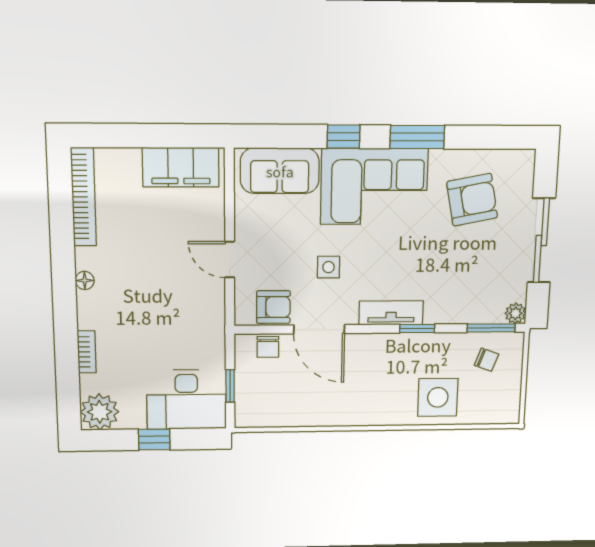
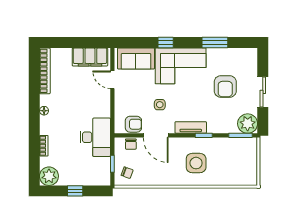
window: (417, 137) -> (215, 43), moved
armchair: (472, 200) -> (225, 86), moved, turned 101
sliding door: (541, 240) -> (263, 92), width x0.73
door: (230, 260) -> (112, 80), moved
plant: (516, 313) -> (248, 124), width x1.88, depth x1.88
chair: (486, 360) -> (127, 173), moved
side table: (438, 397) -> (196, 163), moved
desk: (186, 399) -> (95, 137), moved, turned -90

